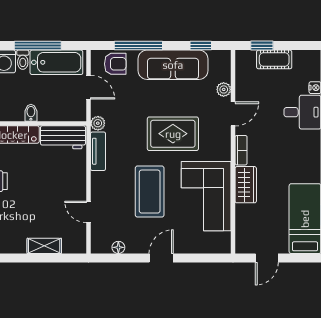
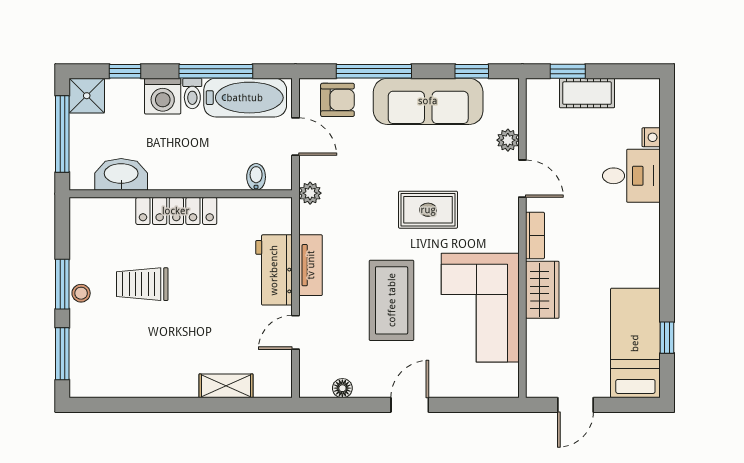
bidet: (31, 113) -> (256, 177), moved
door: (233, 114) -> (522, 179), hinge flipped
rug: (173, 134) -> (428, 210), width x0.73, depth x0.70
workbench: (63, 137) -> (274, 270), moved, turned 90
tv unit: (98, 151) -> (311, 265), moved
door: (88, 212) -> (296, 332), hinge flipped

